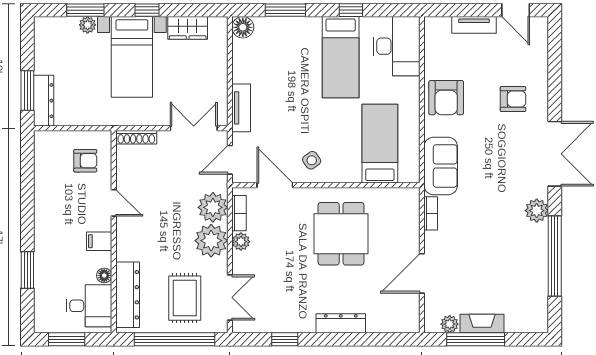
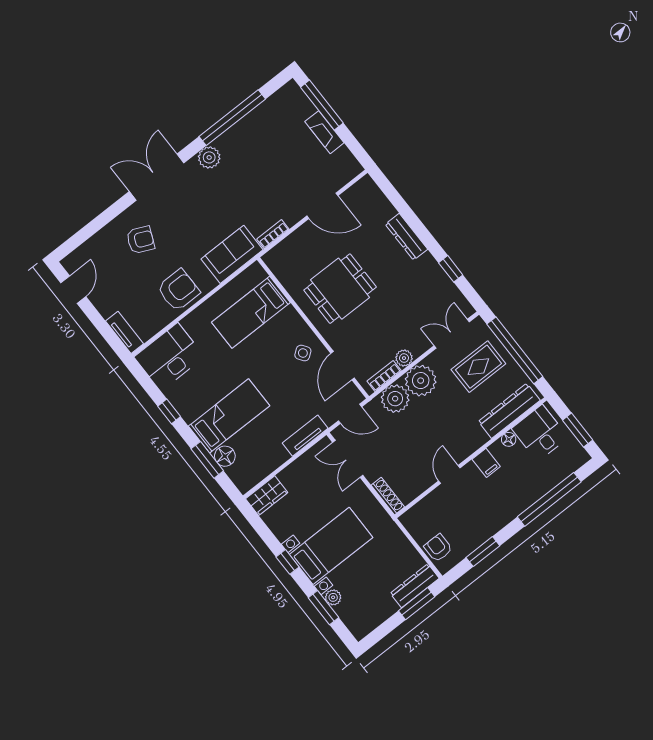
tv unit: (474, 25) -> (125, 332), moved
floor lamp: (243, 27) -> (225, 456), moved
wardrobe: (188, 28) -> (267, 496), moved, turned 90
bed: (341, 57) -> (229, 416), moved
armchair: (513, 99) -> (141, 240), turned 114
armchair: (85, 161) -> (438, 548), moved
window: (27, 180) -> (483, 552), added
window: (27, 270) -> (549, 499), width x2.11
plant: (450, 324) -> (344, 156), removed
window: (476, 339) -> (322, 105), moved

